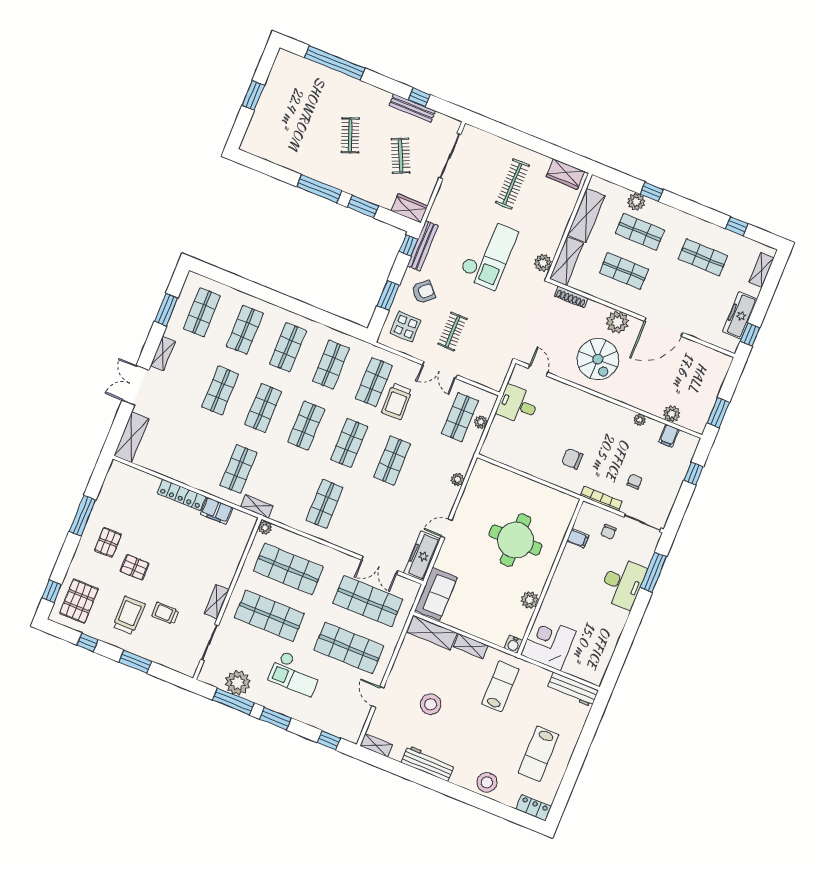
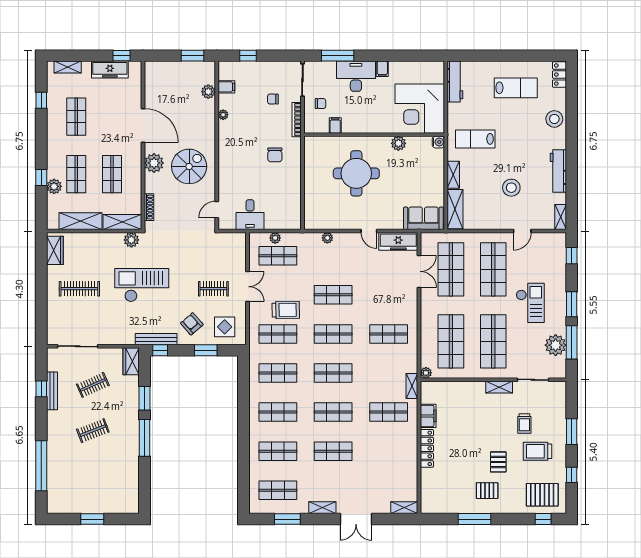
shelving: (131, 437) -> (404, 508), width x0.67, depth x0.75
filing cabinet: (619, 615) -> (382, 69), added
corner desk: (548, 643) -> (420, 109), width x1.36, depth x1.36

